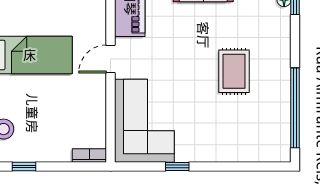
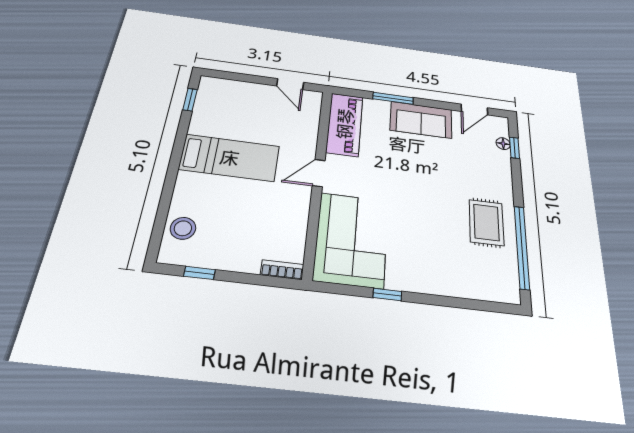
rug: (234, 71) -> (486, 222), moved

